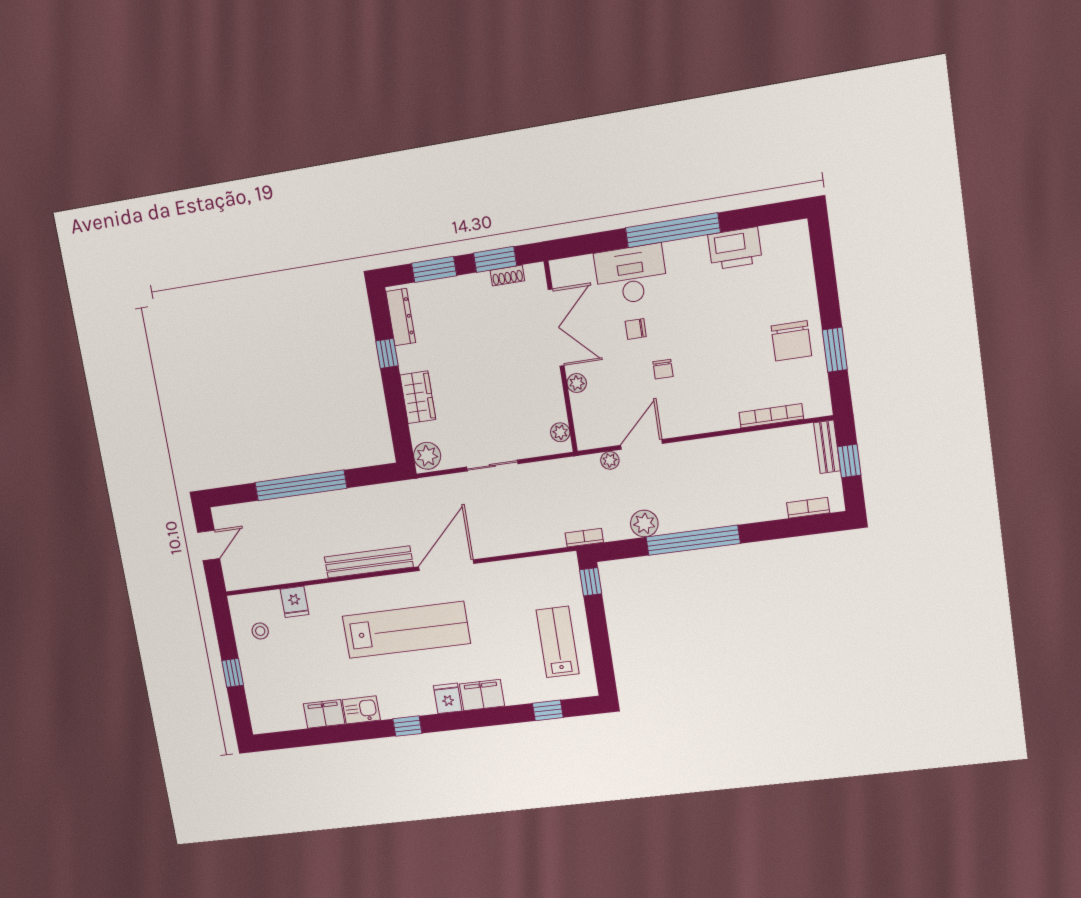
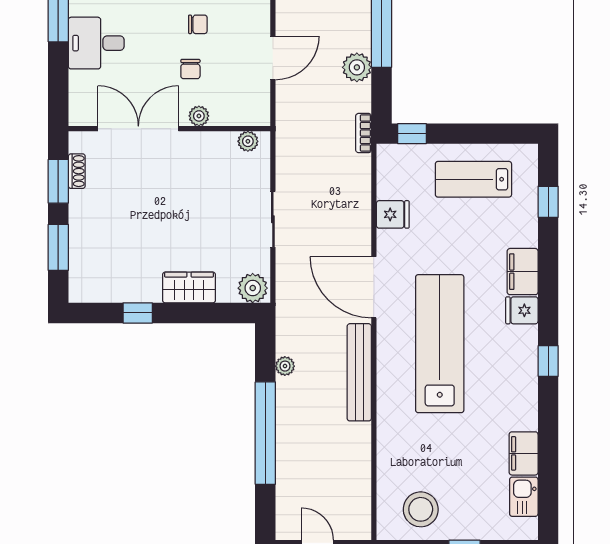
desk: (631, 275) -> (96, 43), width x0.73
dresser: (401, 317) -> (102, 291), removed
chair: (636, 329) -> (190, 69), moved
door: (642, 444) -> (273, 58), swing flipped
plant: (610, 460) -> (285, 366), moved
fridge: (295, 602) -> (393, 214), moved
stool: (260, 631) -> (421, 509), width x1.89, depth x1.89
kitchen sink: (361, 710) -> (524, 497), moved

